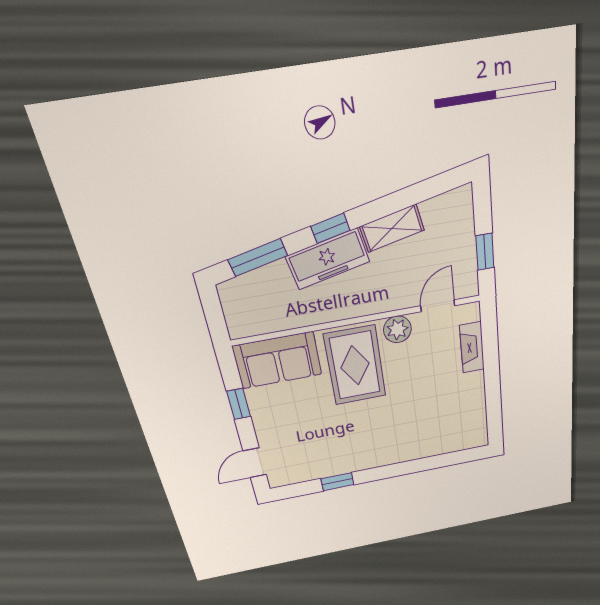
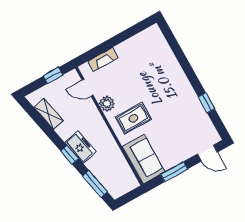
shelving: (392, 228) -> (49, 114), moved
freezer: (328, 259) -> (80, 147), width x0.71
rug: (355, 365) -> (133, 118), width x0.73, depth x0.70
window: (239, 404) -> (174, 172), width x1.50

